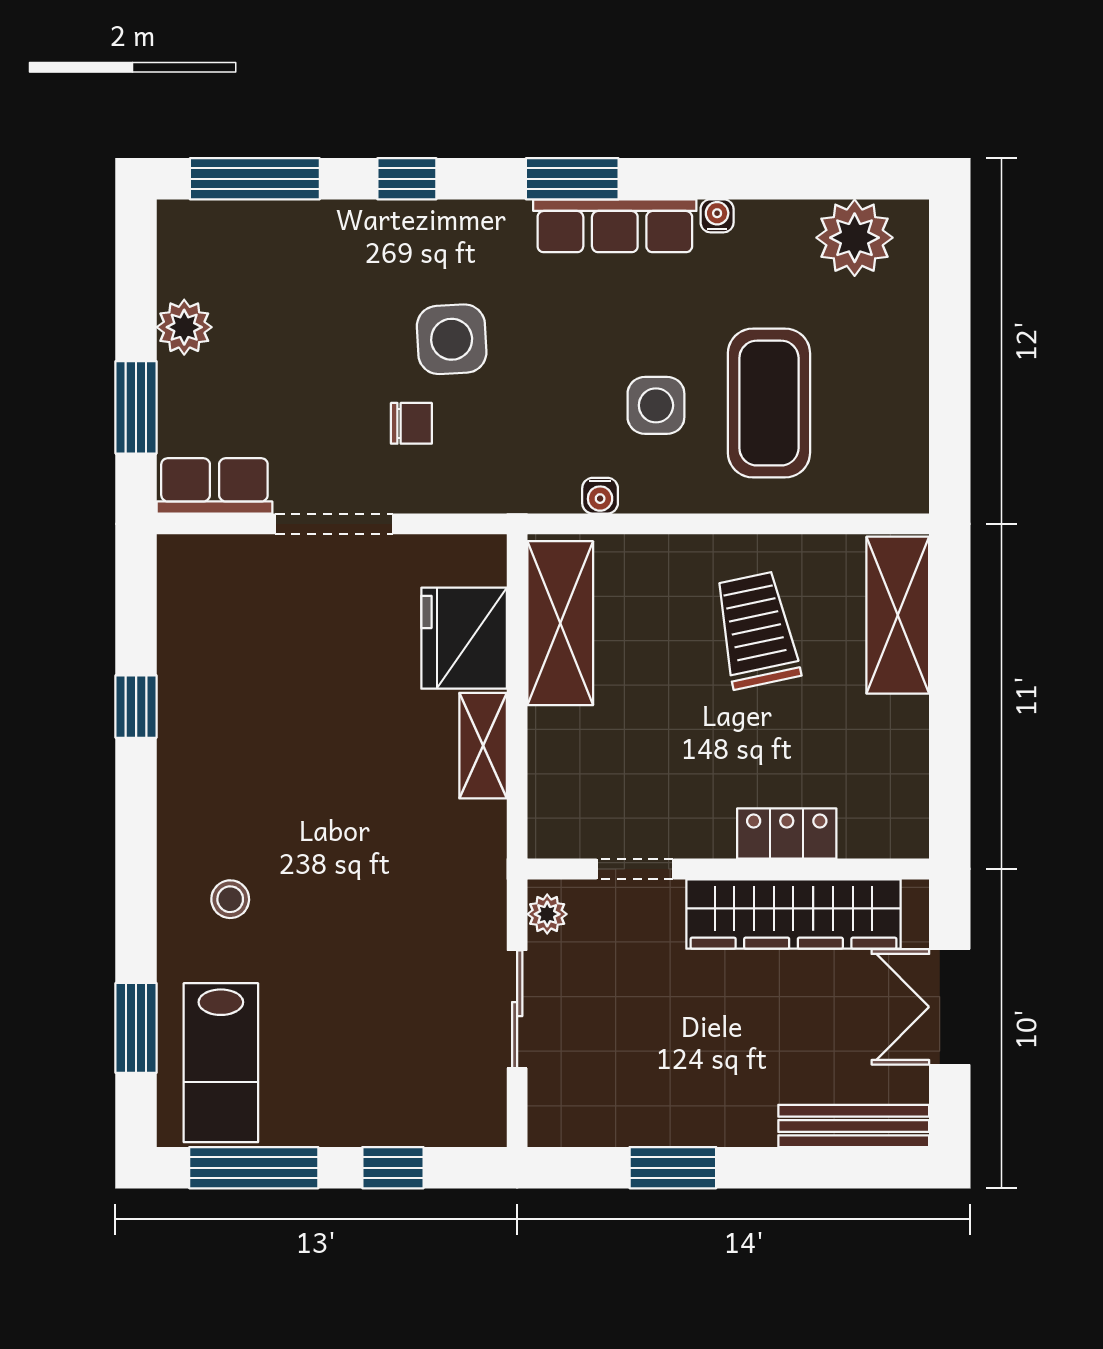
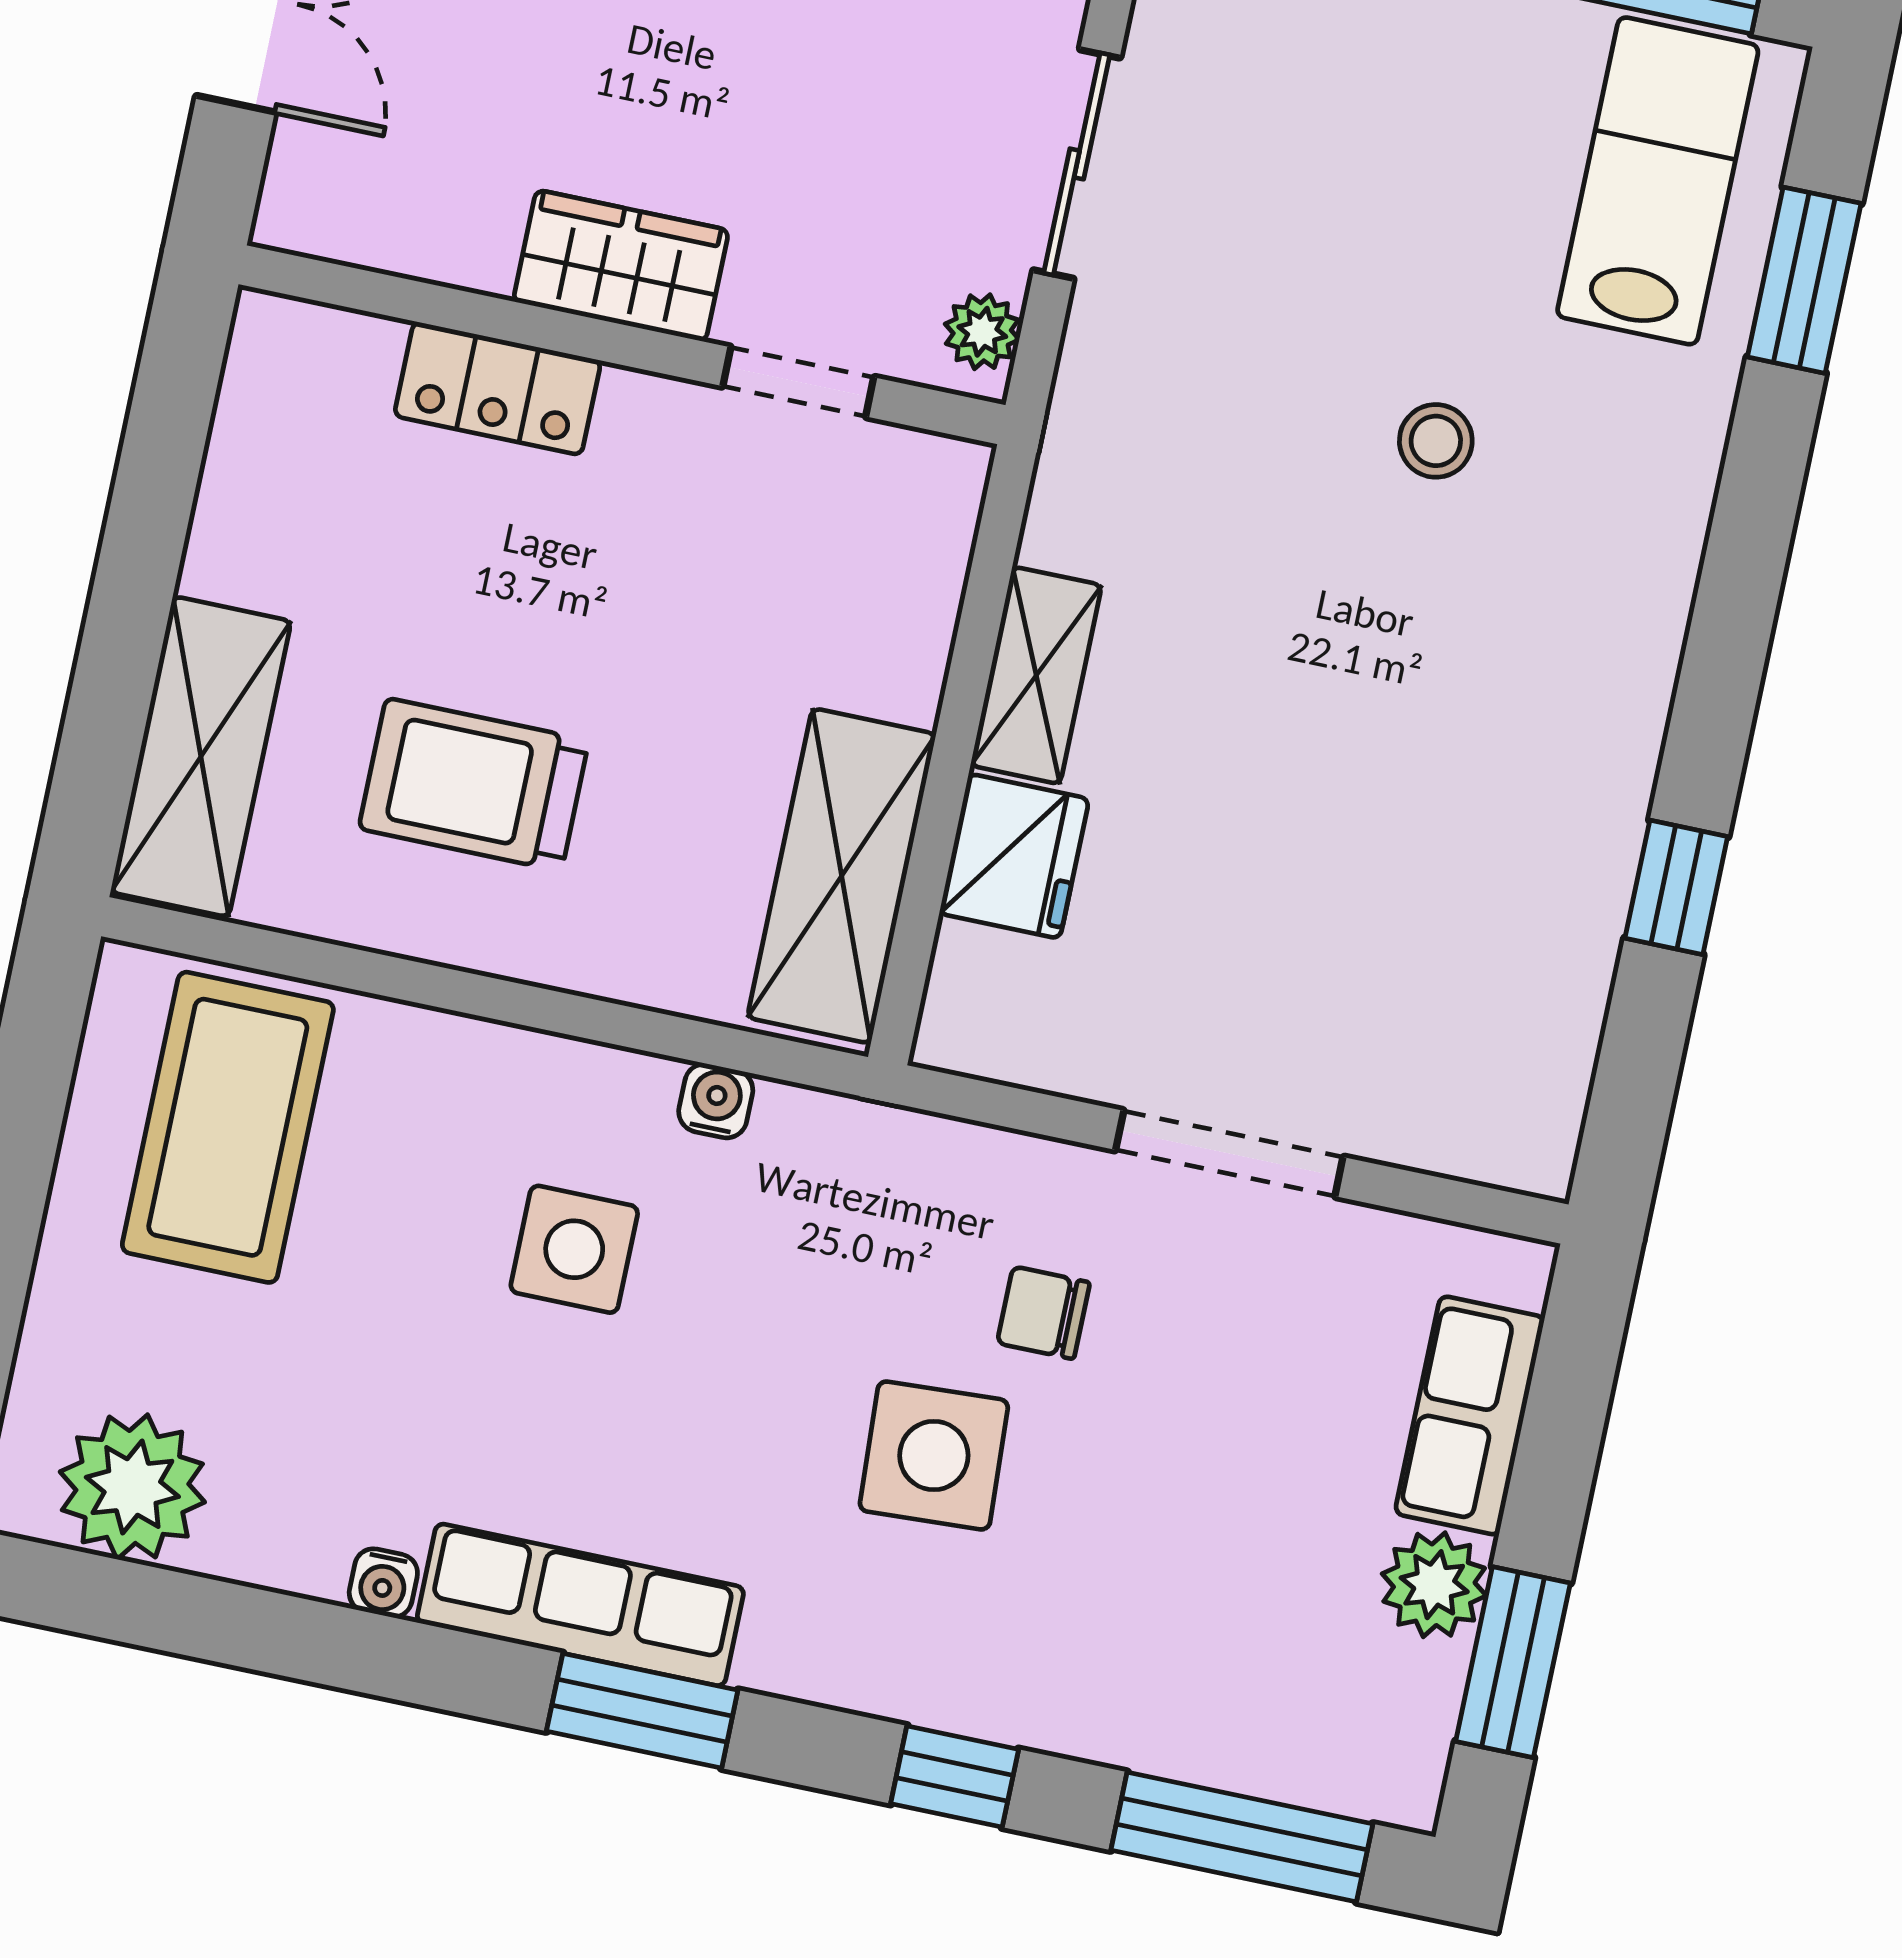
coffee table: (769, 403) -> (228, 1127), moved
window: (136, 407) -> (1513, 1662), moved
row of seats: (214, 486) -> (1470, 1415), moved, turned 90
trolley: (756, 630) -> (474, 785), turned 102
fridge: (464, 638) -> (1014, 856), width x0.73, depth x0.75
stool: (230, 899) -> (1436, 441), moved
wardrobe: (793, 914) -> (621, 266), width x0.48, depth x0.85

